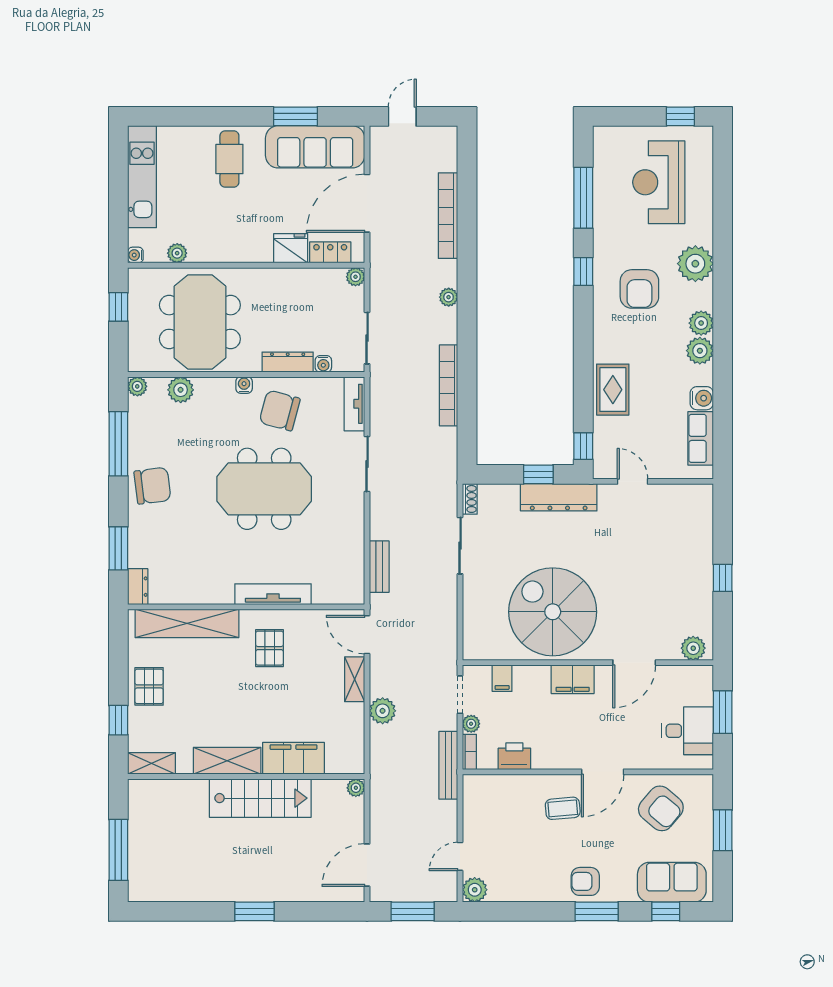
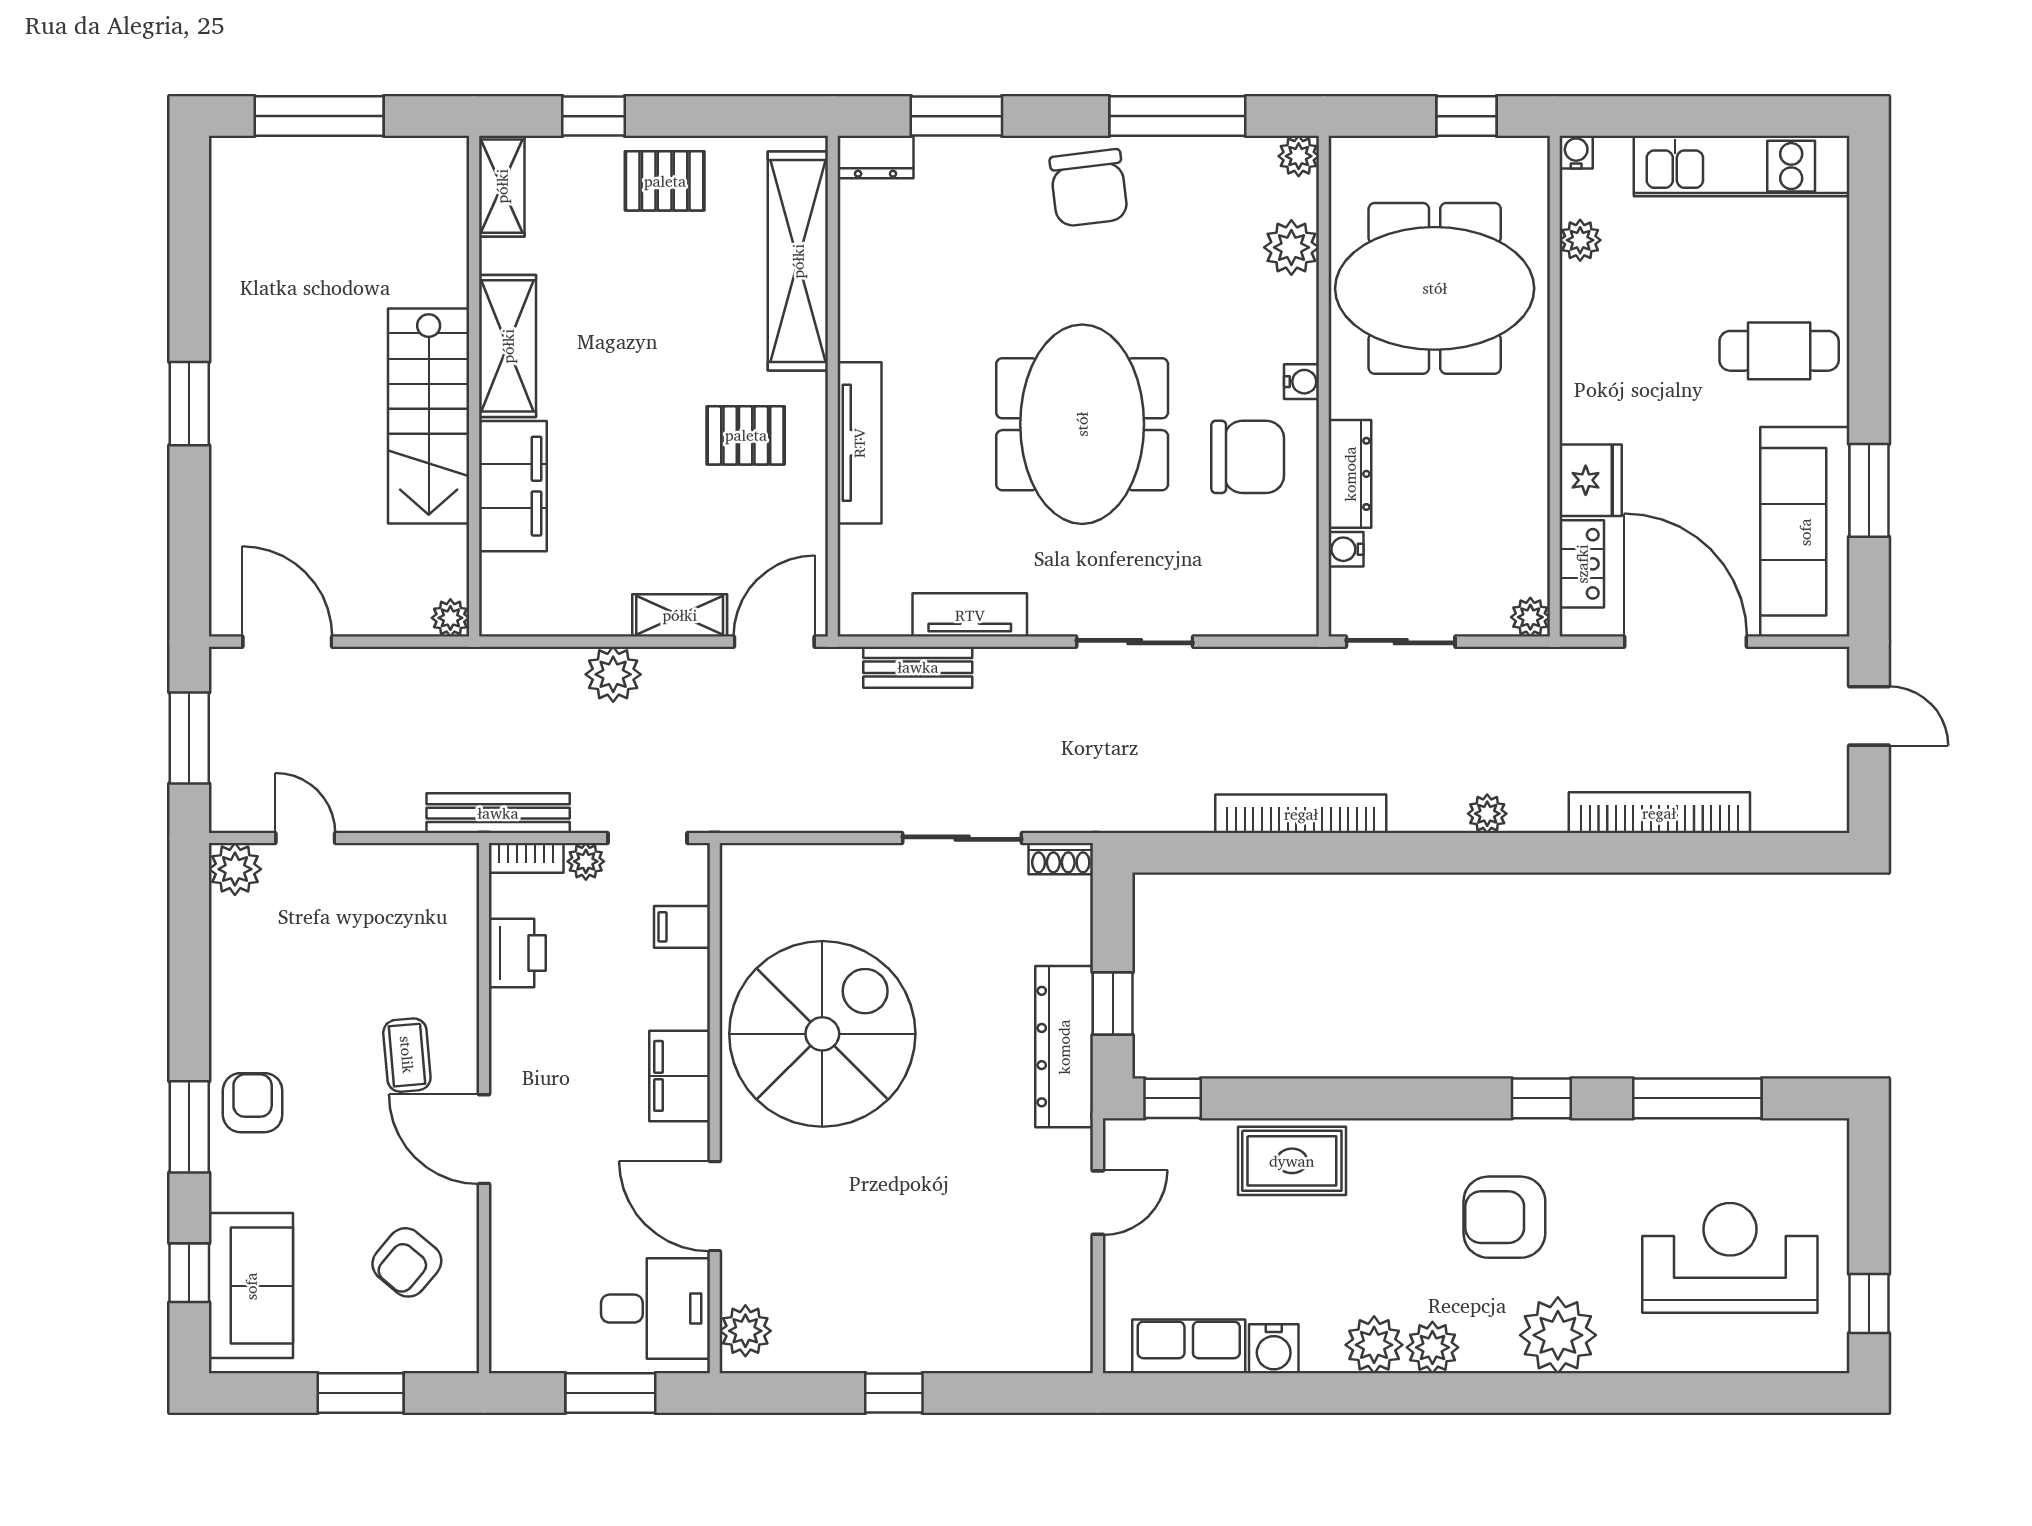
tv unit: (354, 404) -> (970, 615), moved
chair: (280, 410) -> (1248, 457), turned 75
desk: (688, 731) -> (656, 1309), moved, turned -90
armchair: (661, 808) -> (407, 1262), width x0.72, depth x0.72

